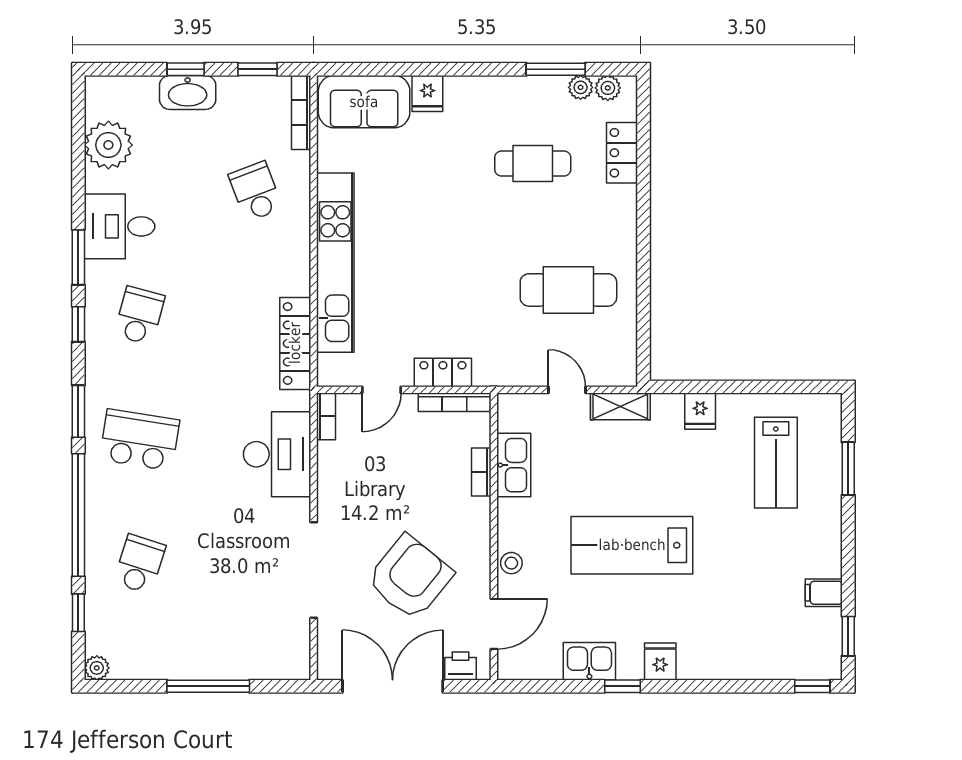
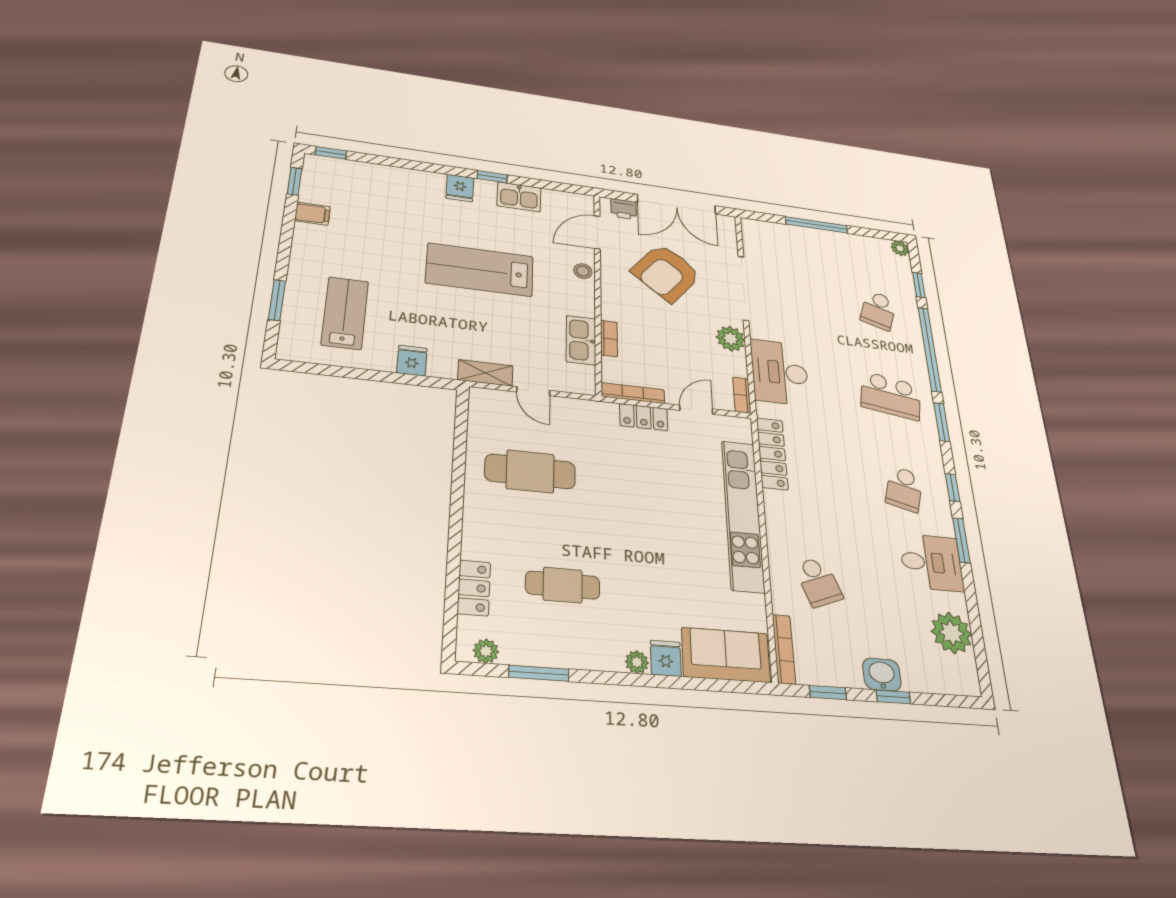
plant: (581, 87) -> (637, 662), moved
washbasin: (188, 92) -> (882, 675), width x0.72
plant: (335, 493) -> (731, 339), added
lab bench: (632, 545) -> (480, 270), turned 180

